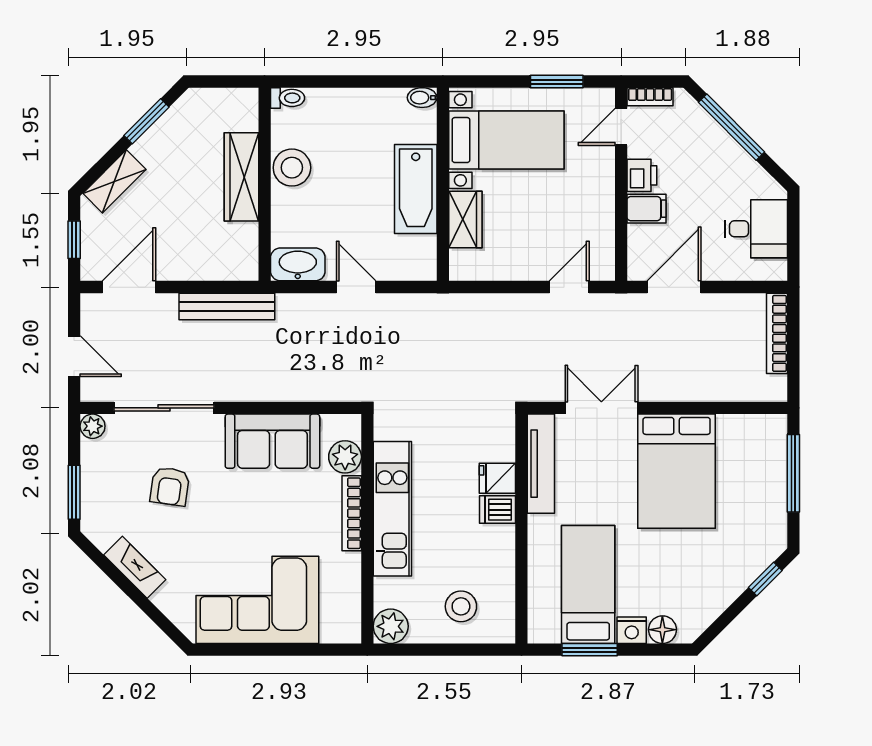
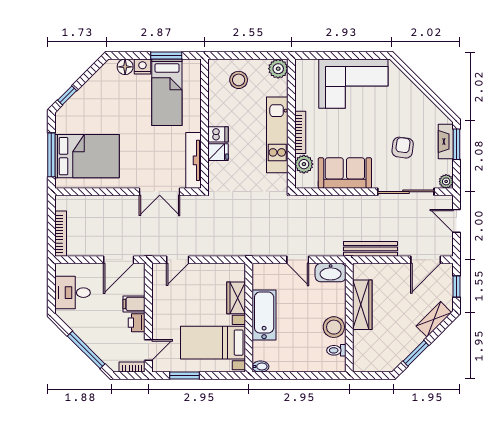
toilet: (288, 98) -> (336, 350), moved
wardrobe: (241, 177) -> (362, 305), moved
bed: (677, 471) -> (87, 156), moved, turned 90
fireplace: (135, 567) -> (446, 142), moved, turned 45

